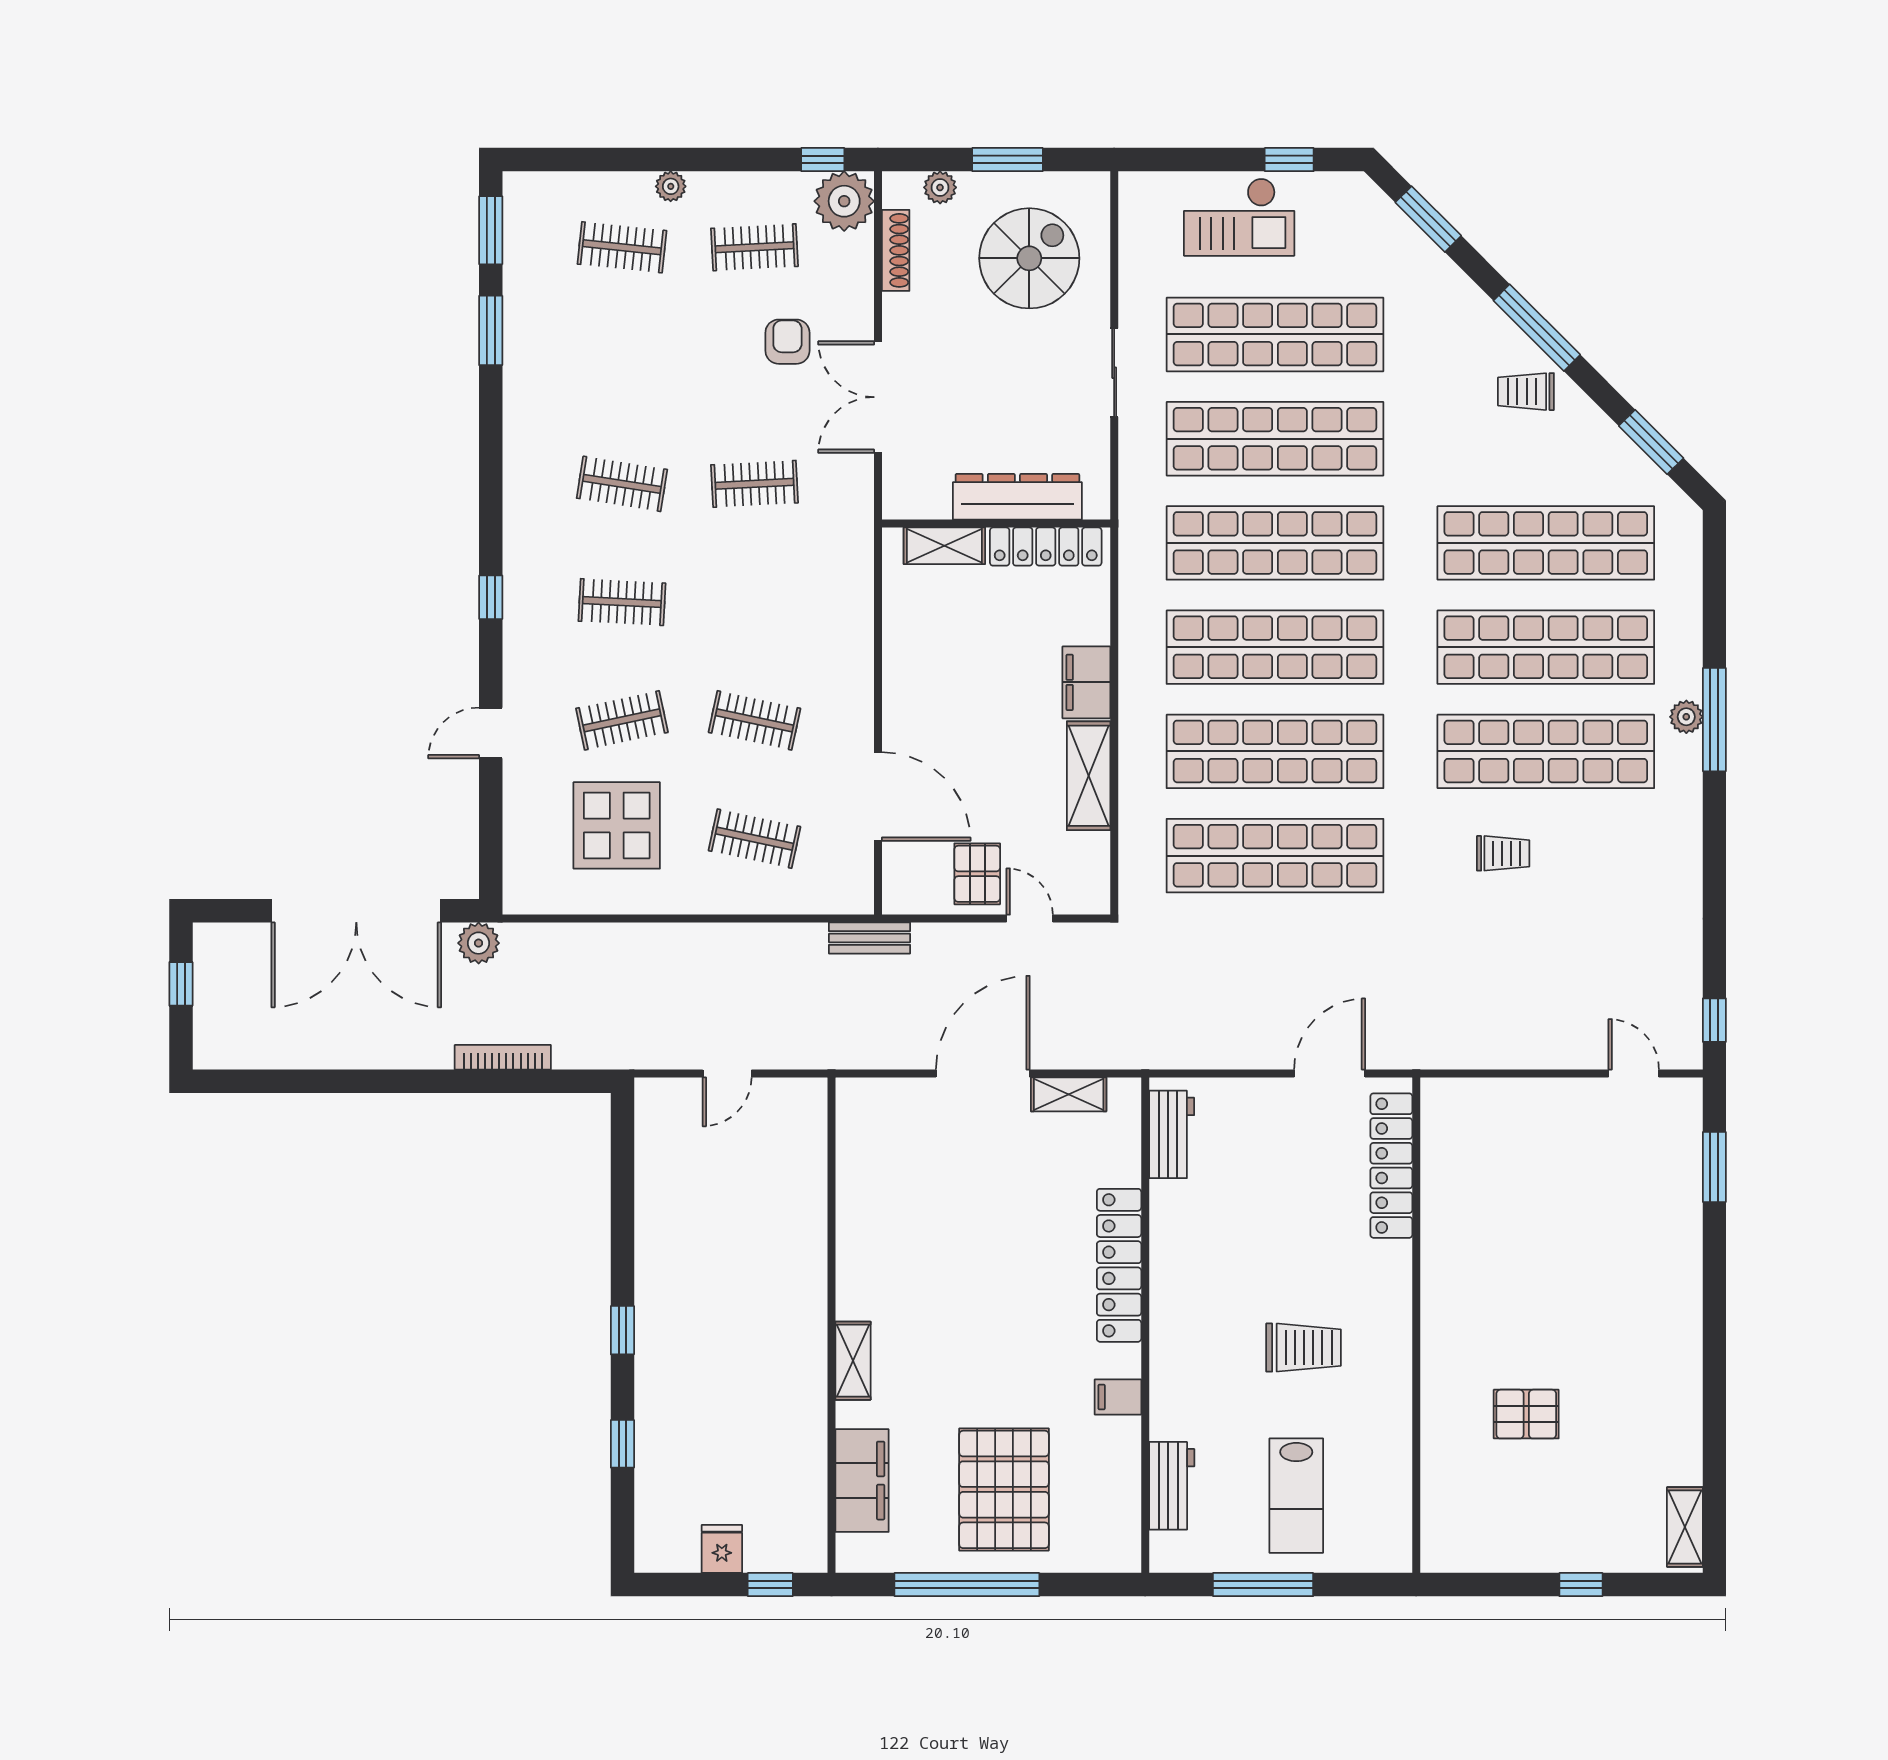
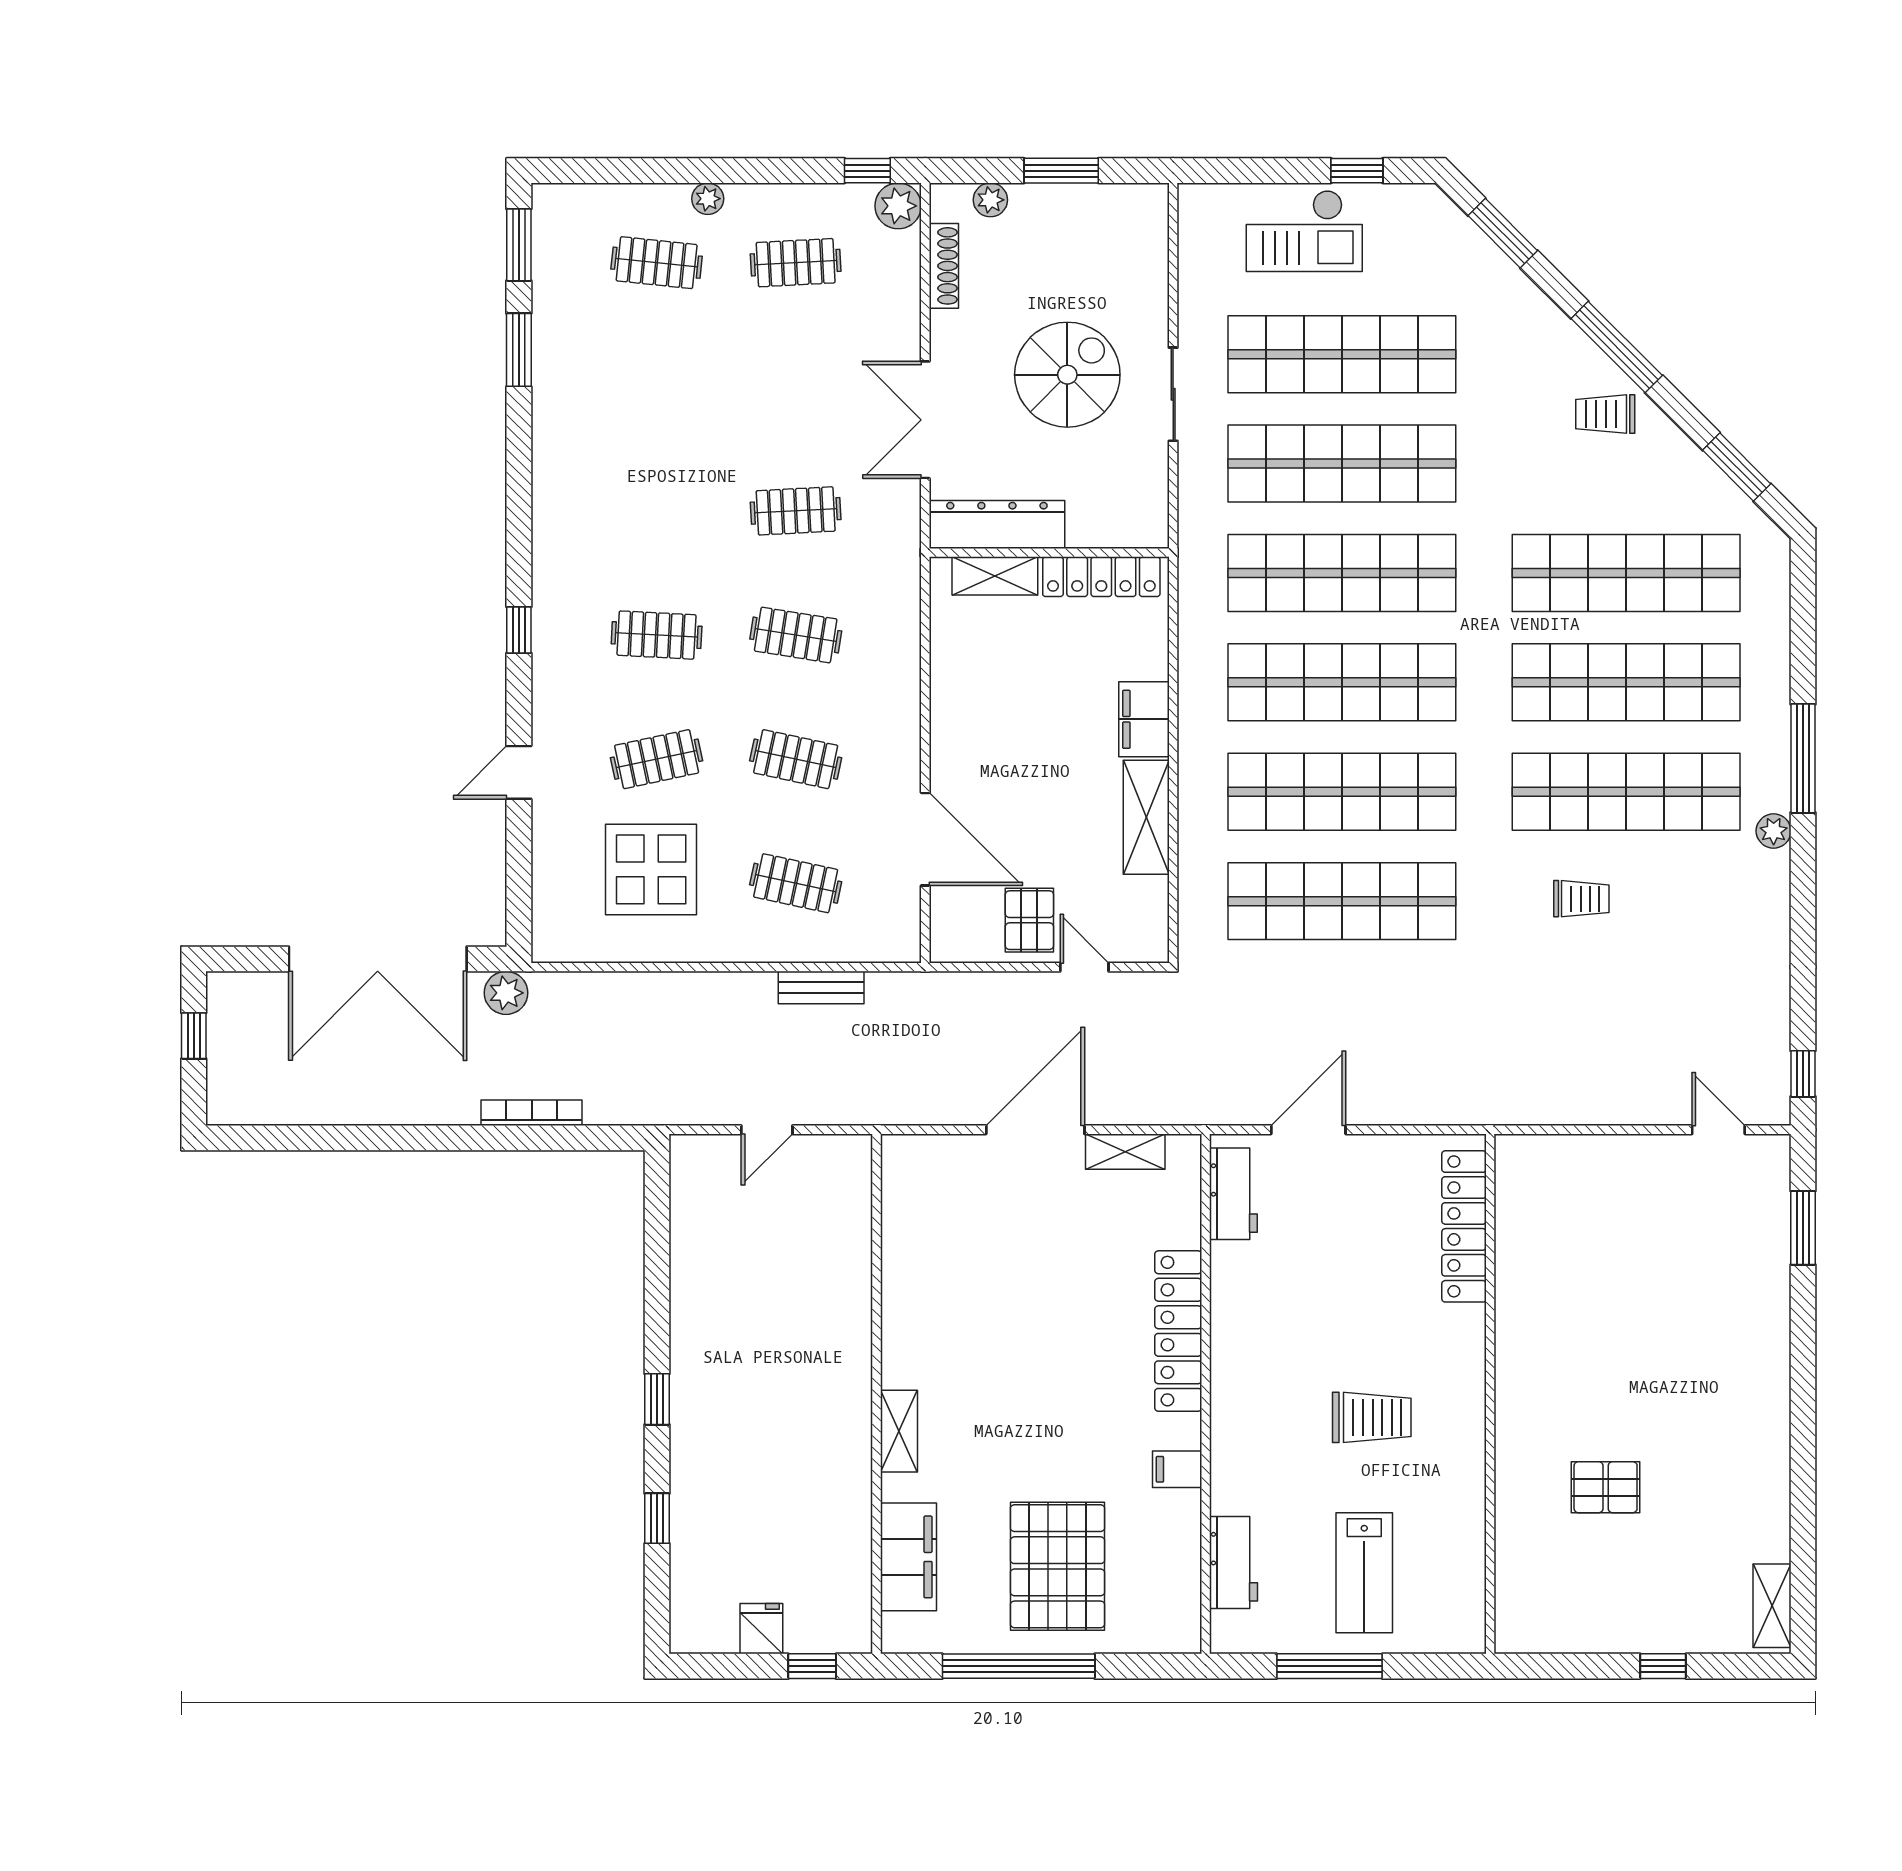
plant: (844, 201) -> (898, 206), width x0.73, depth x0.73
spiral stairs: (1029, 258) -> (1067, 375), moved
armchair: (787, 342) -> (830, 362), removed
clothes rail: (622, 484) -> (796, 635), moved
dresser: (1017, 497) -> (997, 524), moved
plant: (1686, 717) -> (1774, 831), moved
bench: (869, 938) -> (821, 988), moved
door: (1330, 1073) -> (1308, 1130), moved

